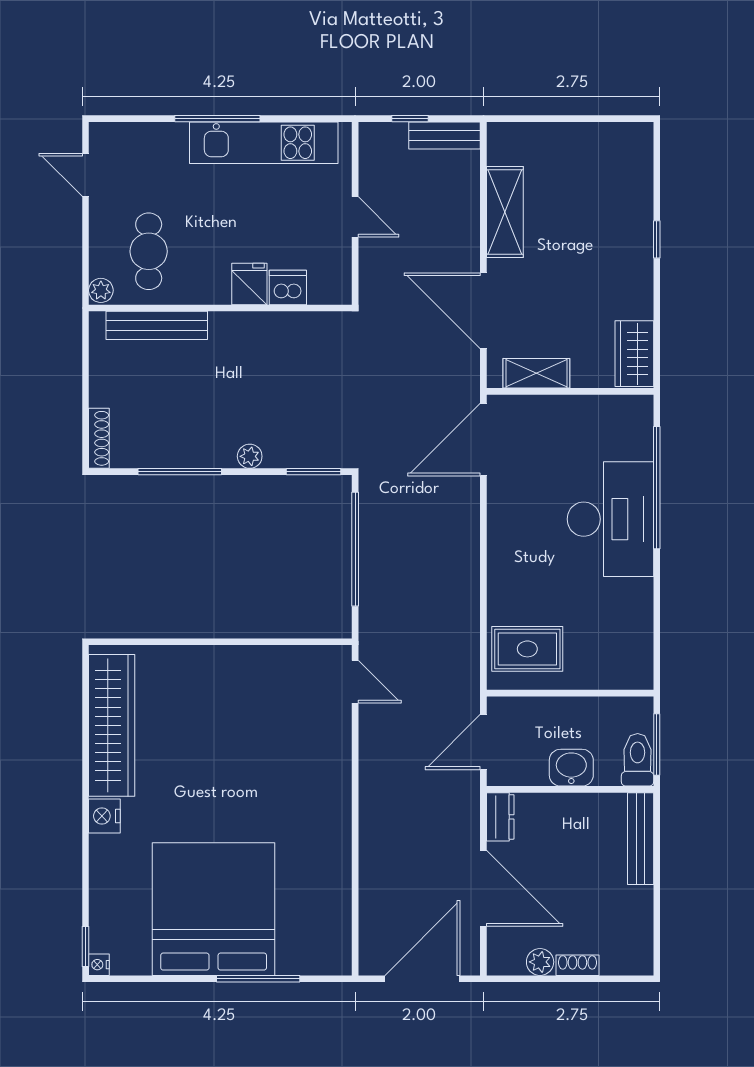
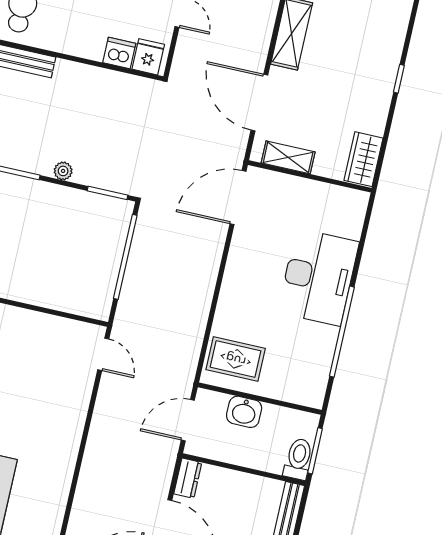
fridge: (249, 284) -> (148, 57), moved
window: (657, 488) -> (342, 332), moved
washbasin: (571, 768) -> (244, 412), moved, turned 180

